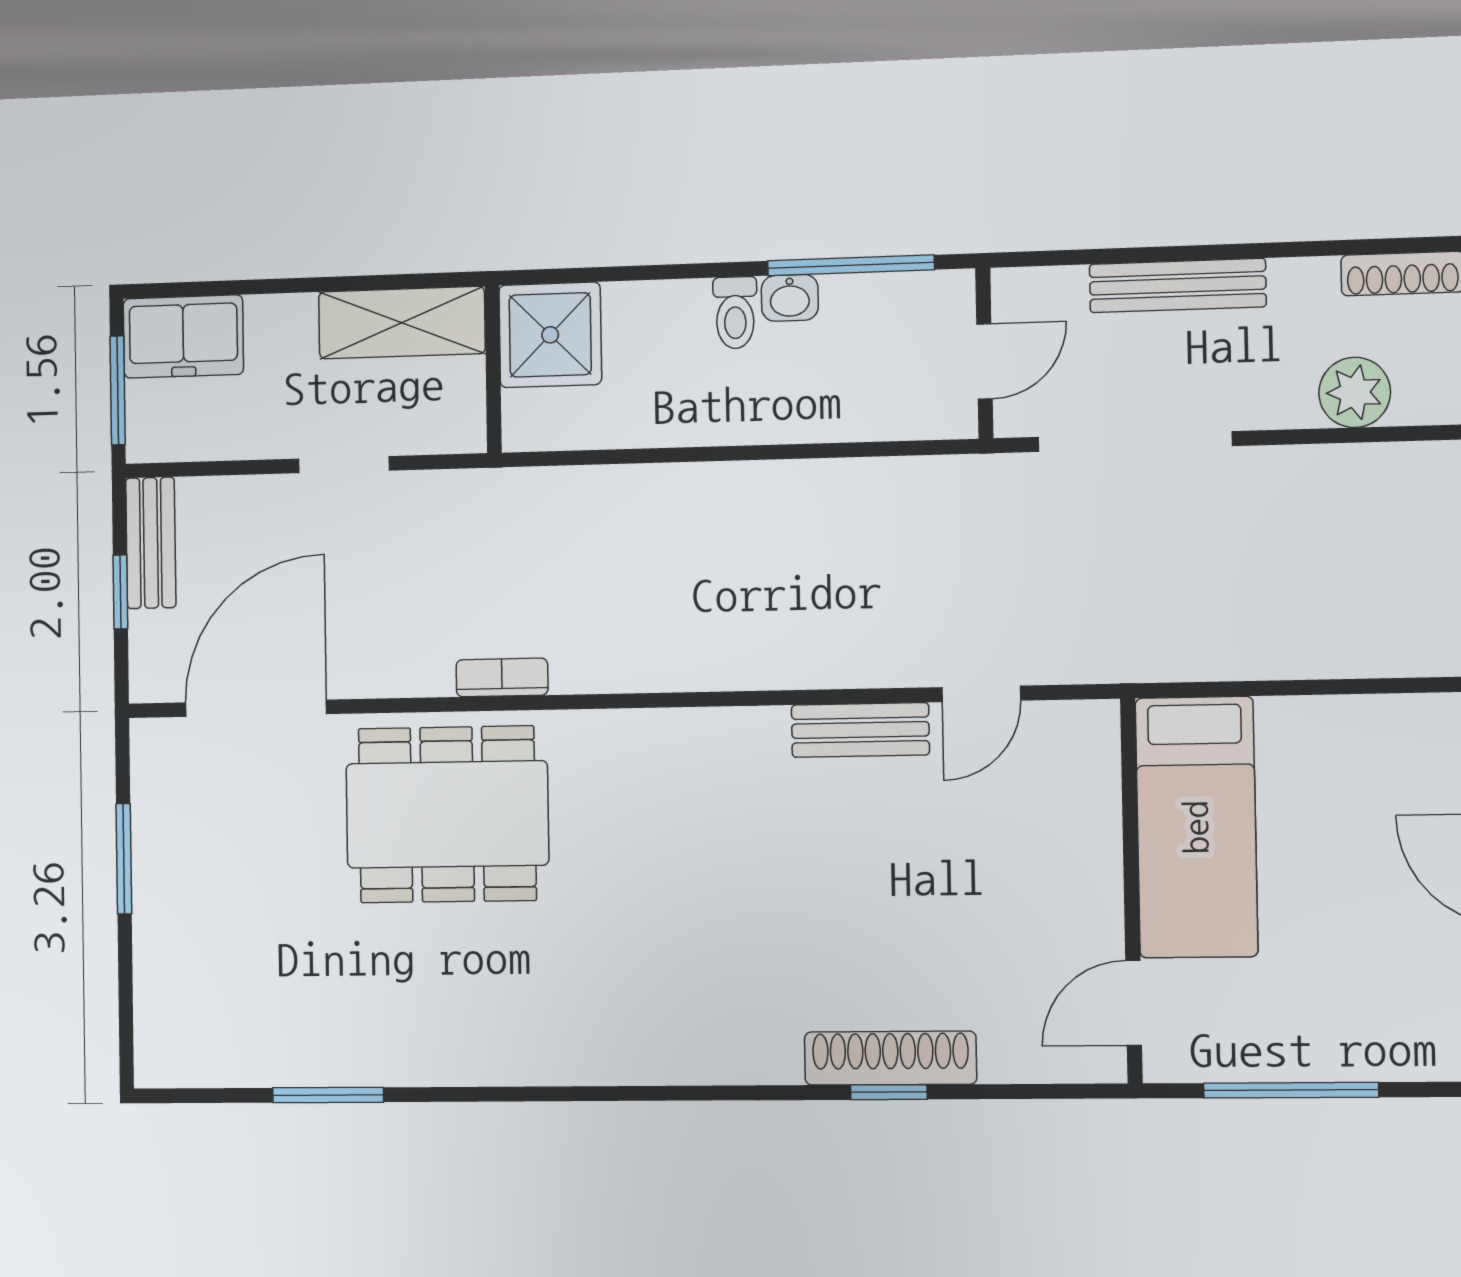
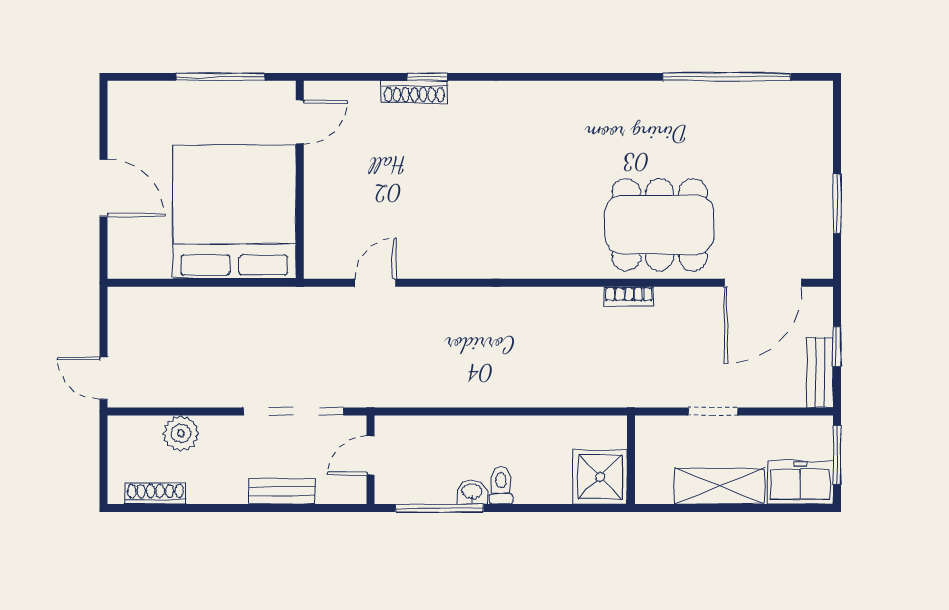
bench: (1178, 285) -> (282, 492), width x0.73
shelving: (402, 323) -> (720, 486), moved
bench: (860, 730) -> (439, 265), removed
bed: (1196, 827) -> (234, 212), width x2.04
shoe rack: (890, 1058) -> (414, 92), width x0.74, depth x0.81
window: (328, 1095) -> (727, 77), width x2.11

